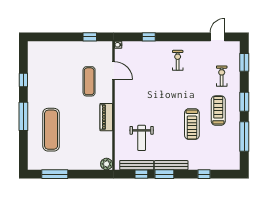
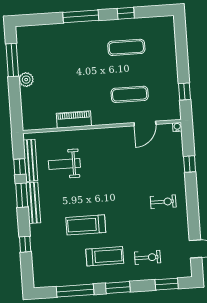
piano: (106, 117) -> (74, 120), moved
exercise mat: (51, 130) -> (126, 47), moved, width x0.73, depth x0.69
plant: (107, 164) -> (26, 80), moved

